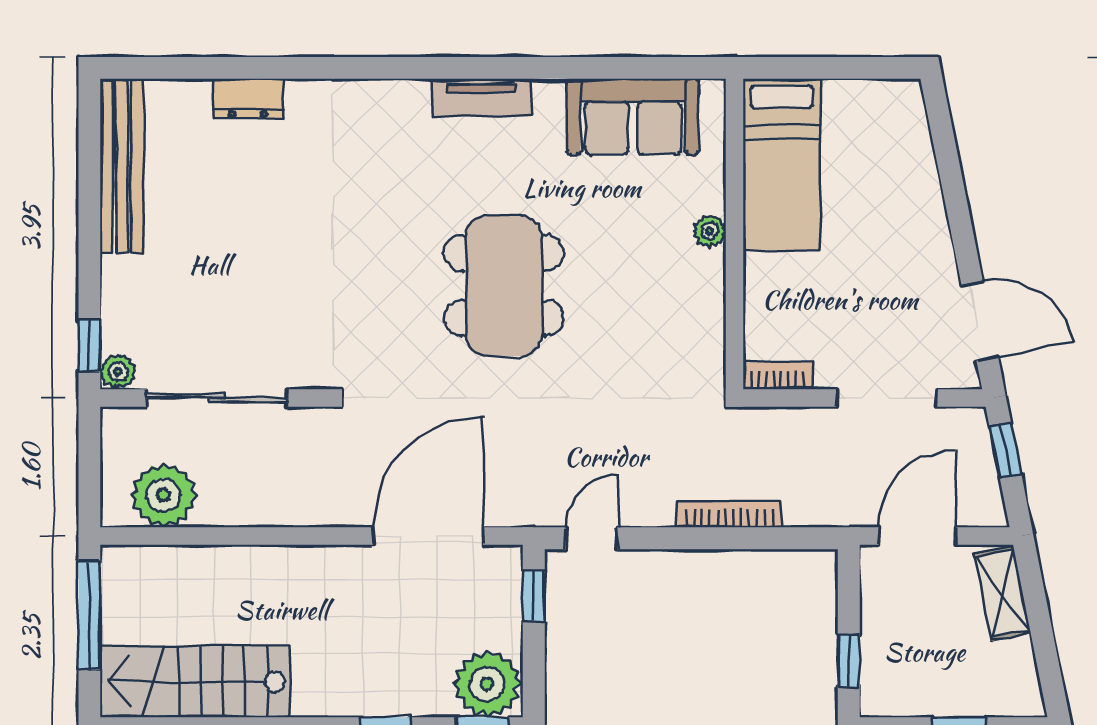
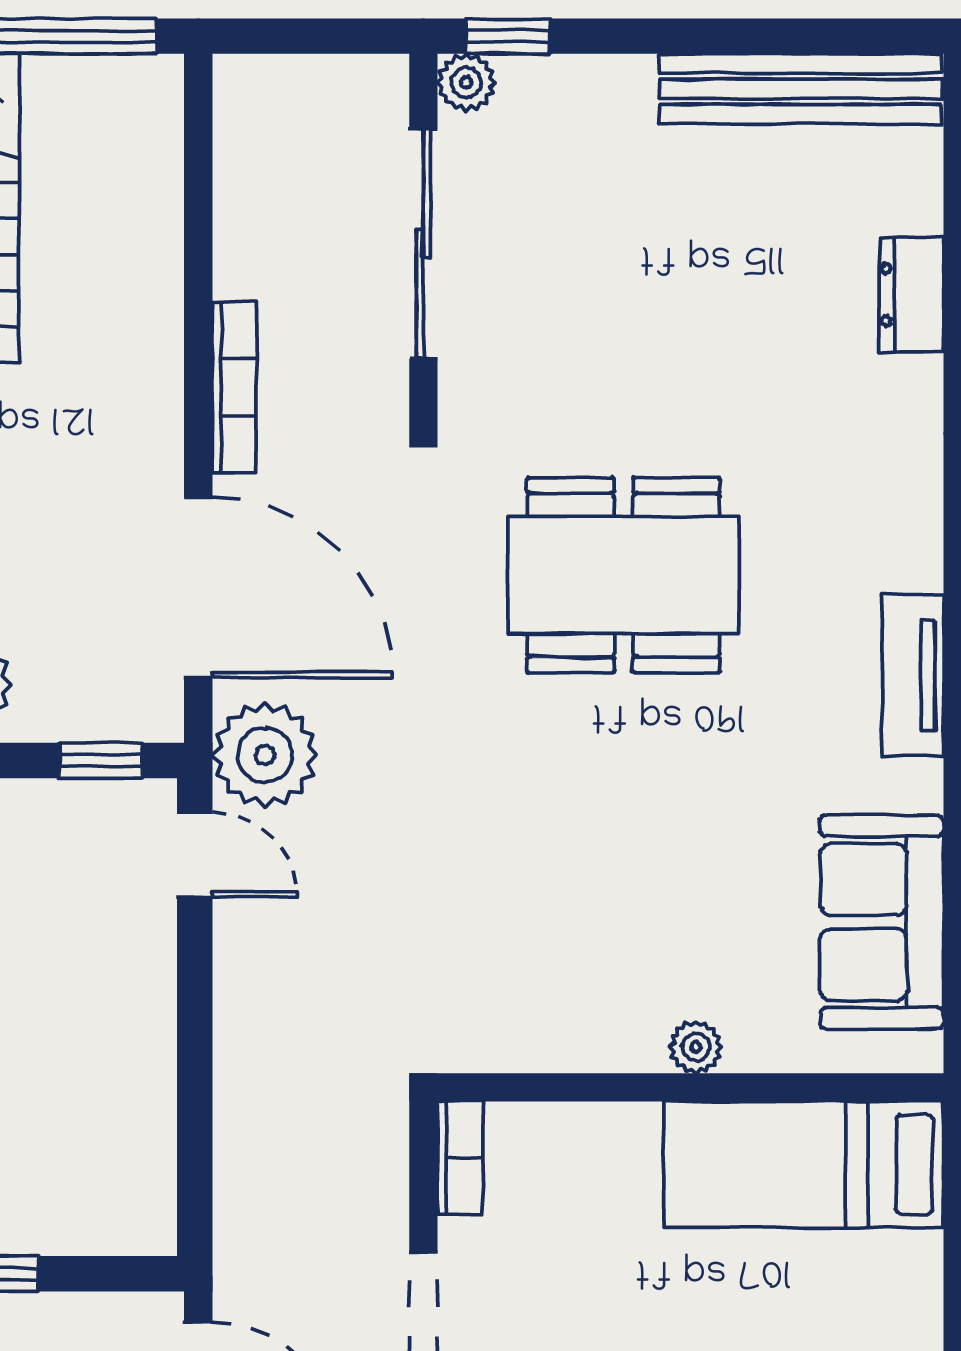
dining table: (504, 285) -> (624, 575), moved
plant: (164, 495) -> (265, 755), moved
bookcase: (729, 514) -> (234, 387), moved

